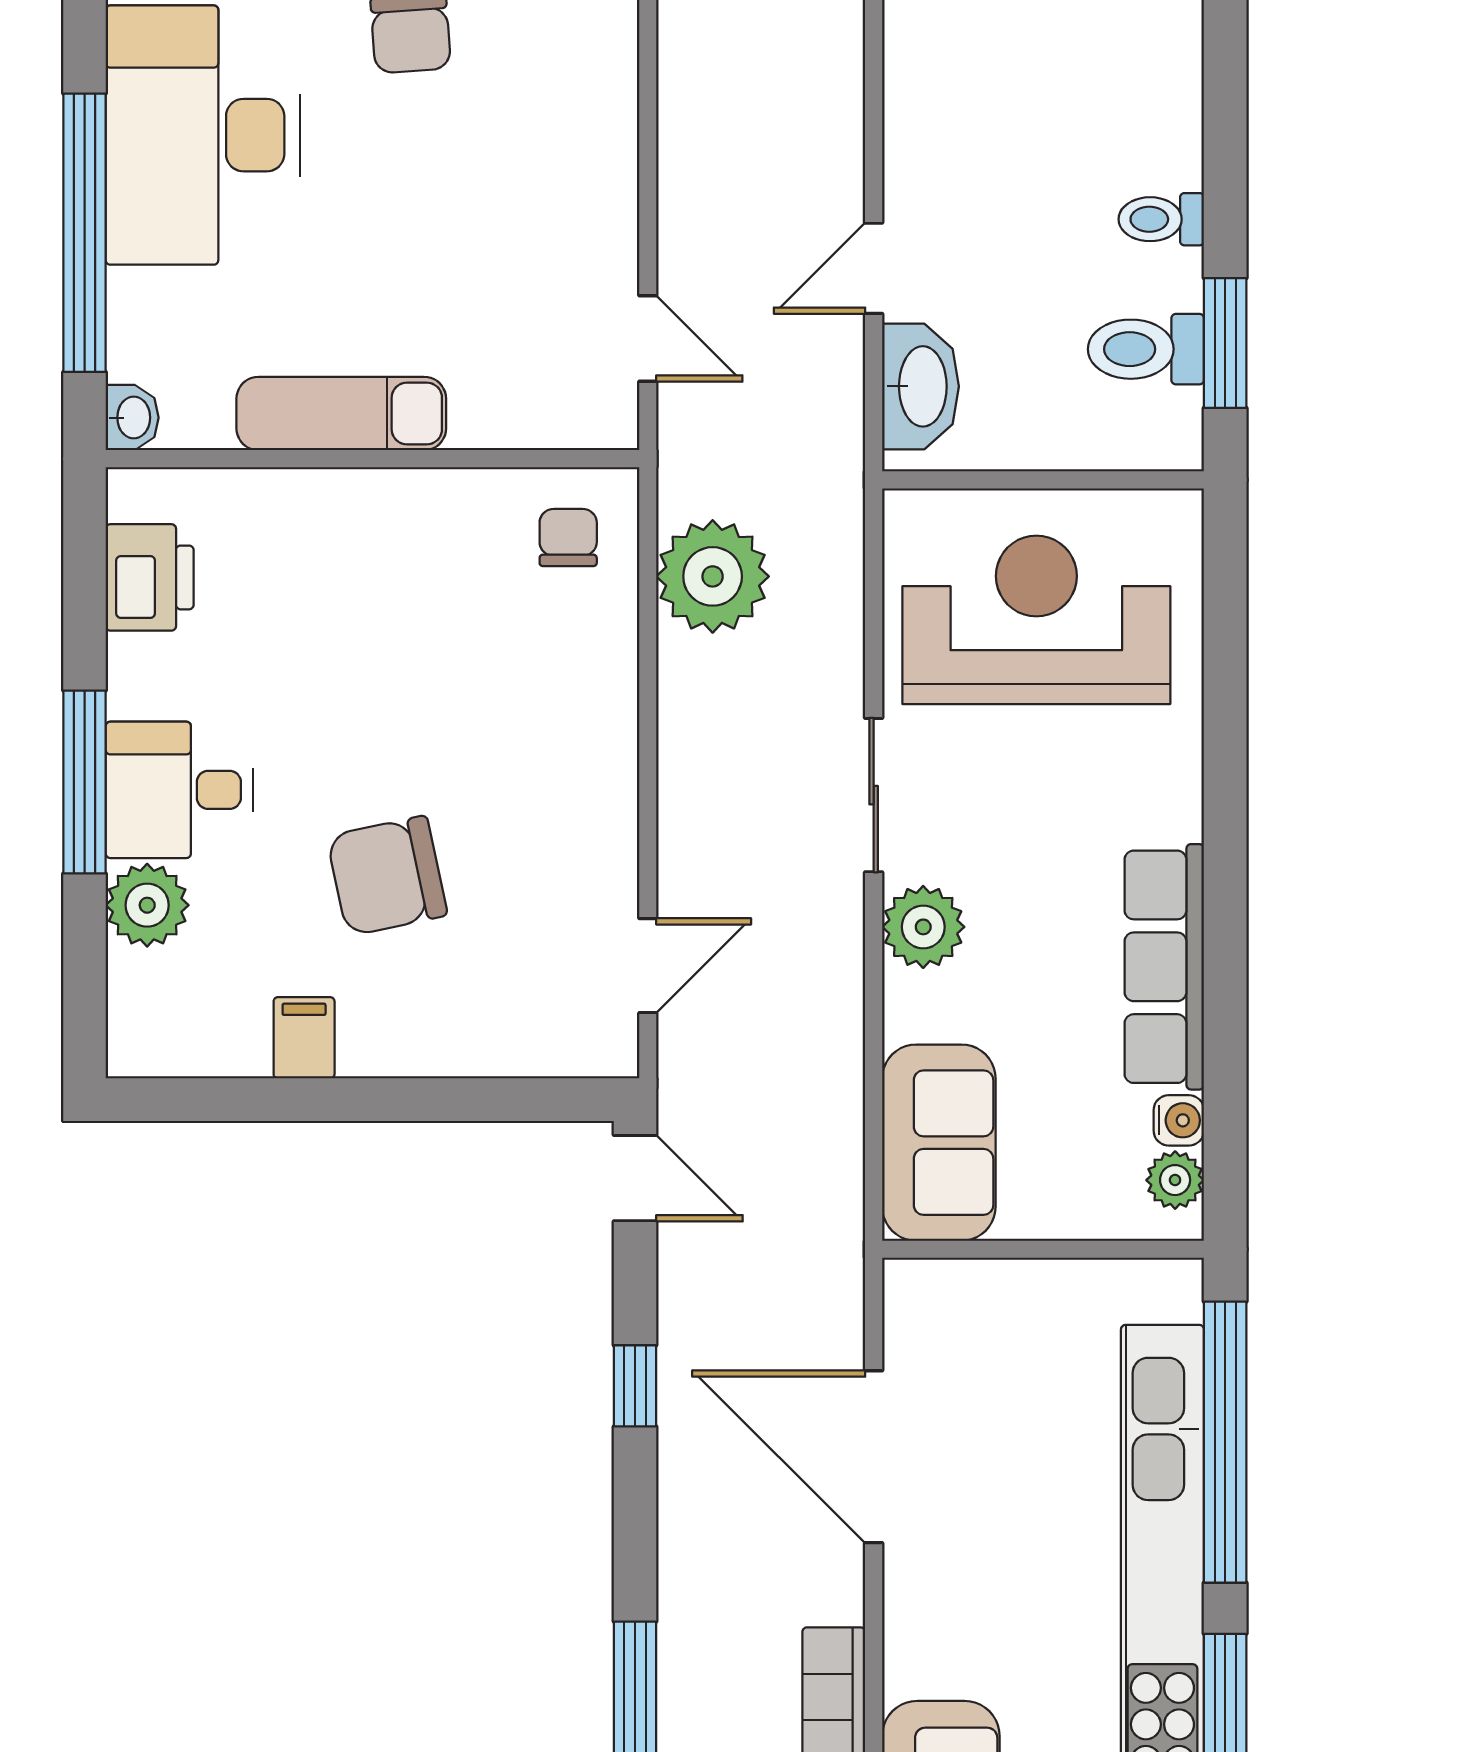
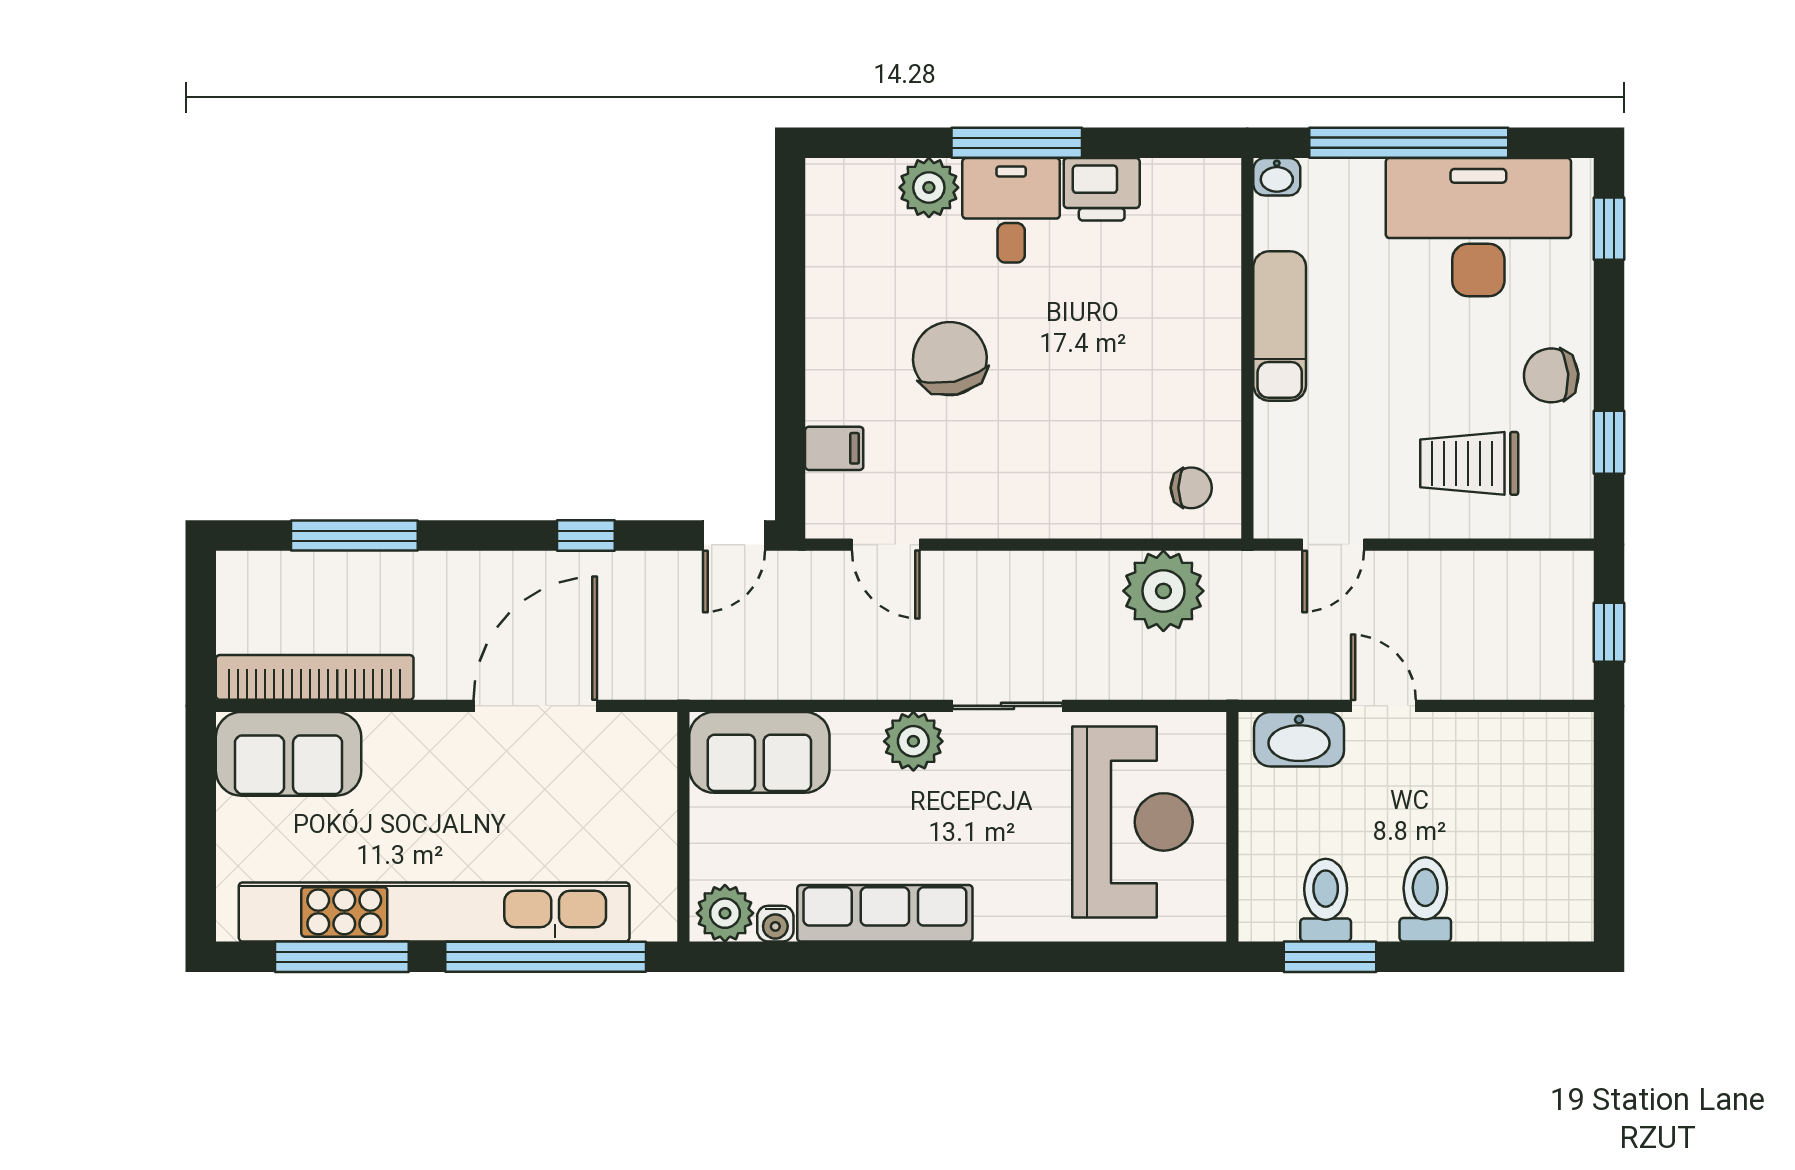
trolley: (534, 148) -> (1469, 463), added
toilet: (1161, 219) -> (1425, 899), width x1.37, depth x1.39
printer: (150, 577) -> (1102, 189), moved
filing cabinet: (304, 1038) -> (834, 448), moved
plant: (1175, 1180) -> (725, 913), width x1.38, depth x1.38

